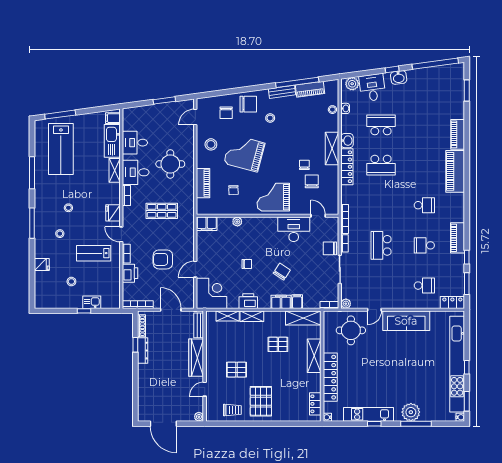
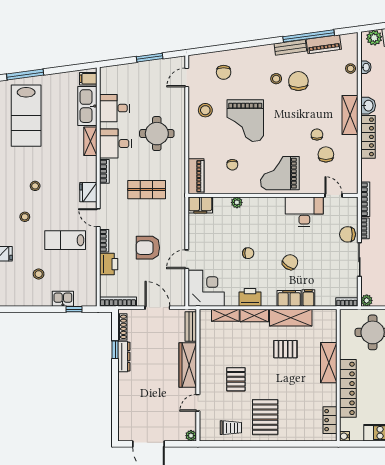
chair: (248, 104) -> (298, 81), moved, turned -90
grand piano: (244, 153) -> (245, 121), turned -105
piano: (203, 183) -> (196, 176), moved
window: (84, 311) -> (74, 309), moved
shelving: (303, 318) -> (291, 318), moved
pallet: (237, 370) -> (236, 379), turned 90

